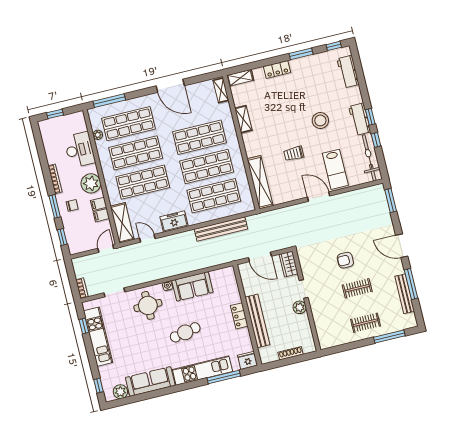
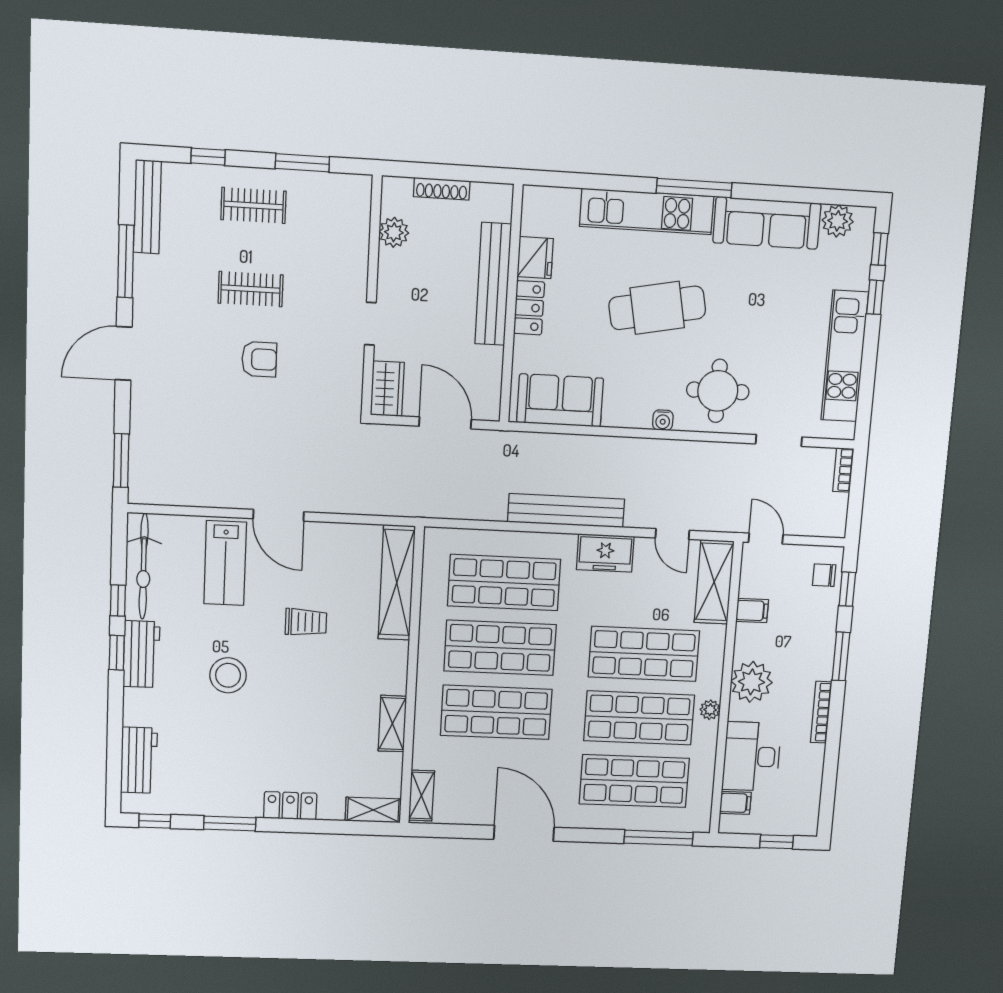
plant: (98, 135) -> (710, 710), moved
lab bench: (335, 169) -> (225, 563), turned 180
filing cabinet: (99, 204) -> (735, 803), moved
chair: (72, 205) -> (824, 575), moved
bench: (221, 229) -> (566, 511), moved
door: (402, 246) -> (124, 353), swing flipped
door: (106, 248) -> (766, 539), swing flipped
sofa: (192, 286) -> (560, 400), moved
bench: (405, 294) -> (147, 207), moved
plant: (300, 307) -> (394, 232), moved
window: (84, 326) -> (875, 297), moved
cafe table: (185, 332) -> (657, 308), width x1.37, depth x1.35
window: (389, 337) -> (208, 157), width x0.46
window: (351, 346) -> (302, 163), added
fridge: (248, 360) -> (535, 258), moved, turned -90
window: (224, 377) -> (694, 188), moved

